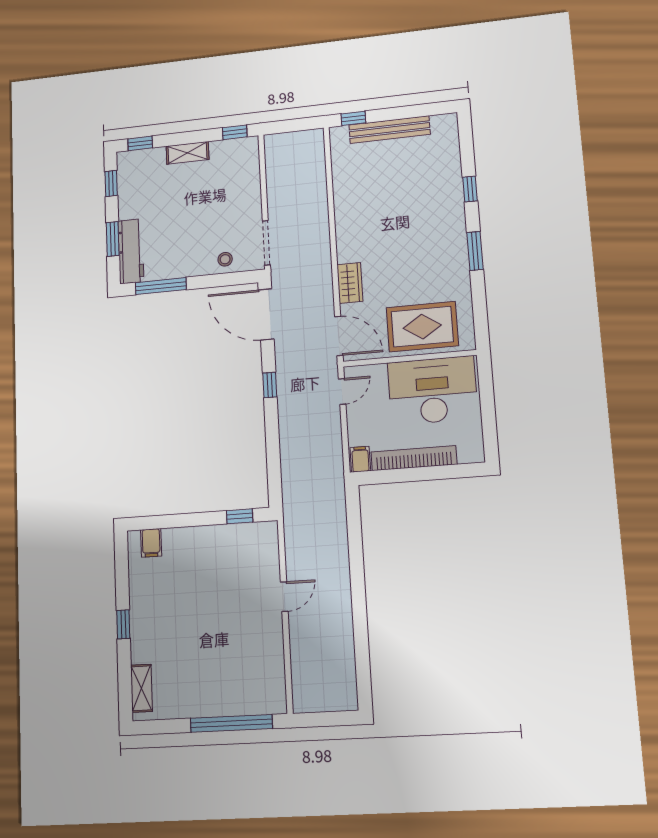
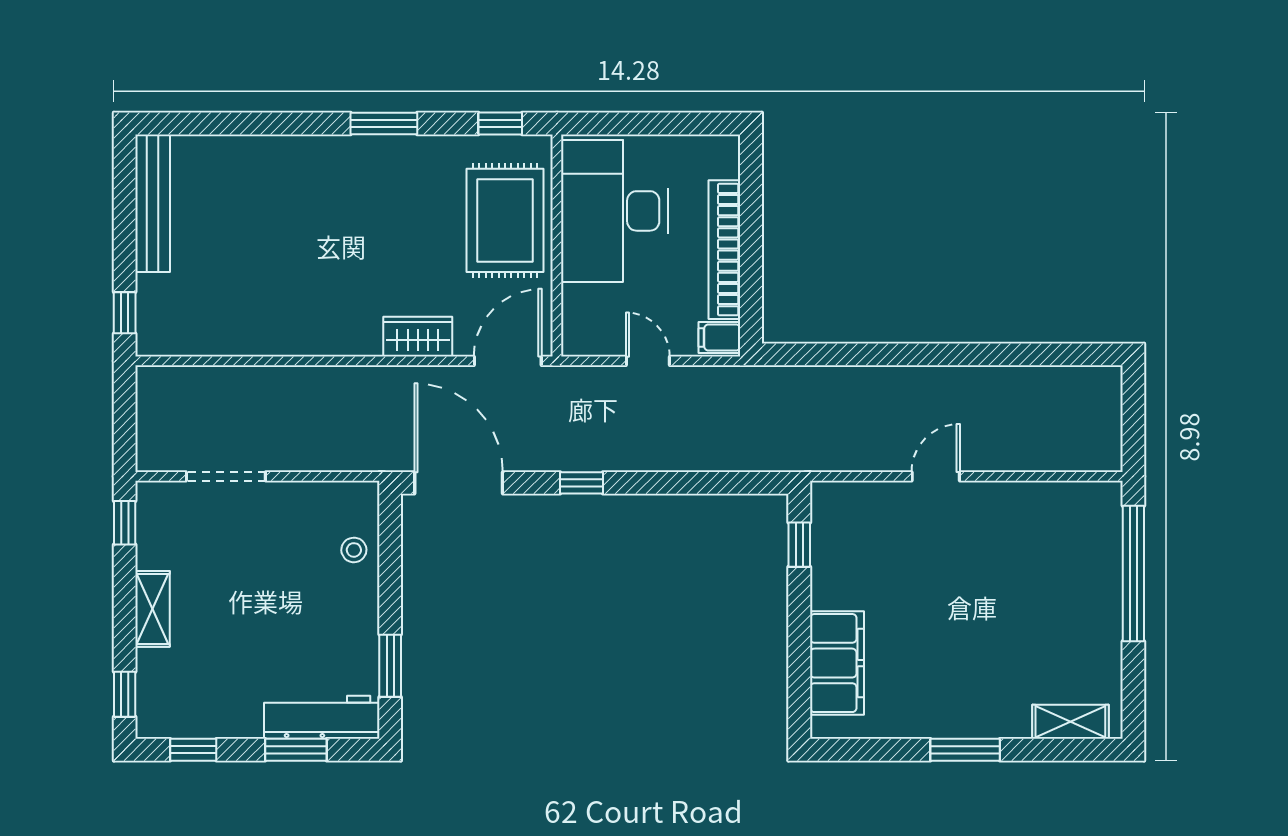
bench: (389, 130) -> (153, 203), moved
window: (470, 189) -> (500, 124), moved
doorway: (266, 243) -> (226, 476), moved
window: (161, 286) -> (390, 666), width x0.69
door: (266, 314) -> (459, 483), swing flipped
door: (342, 391) -> (648, 361), moved
filing cabinet: (151, 543) -> (837, 663), width x3.00, depth x1.17
door: (284, 597) -> (936, 476), hinge flipped
window: (123, 624) -> (965, 750), width x1.50

